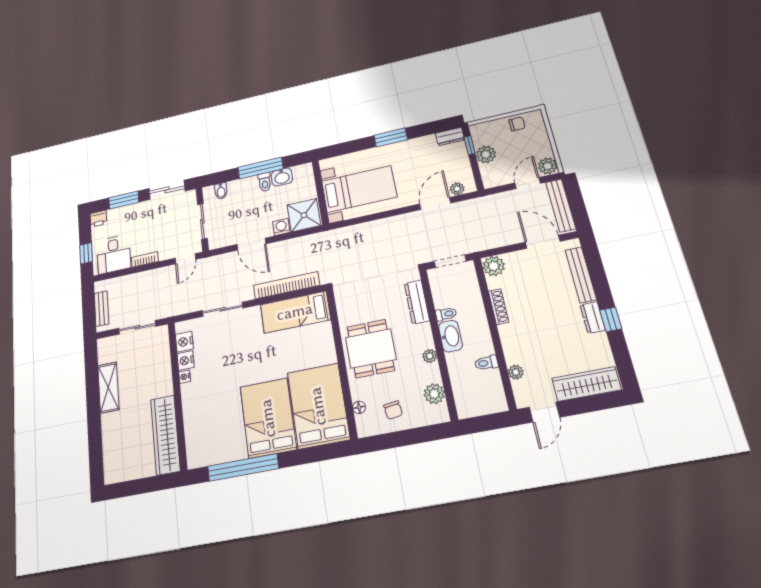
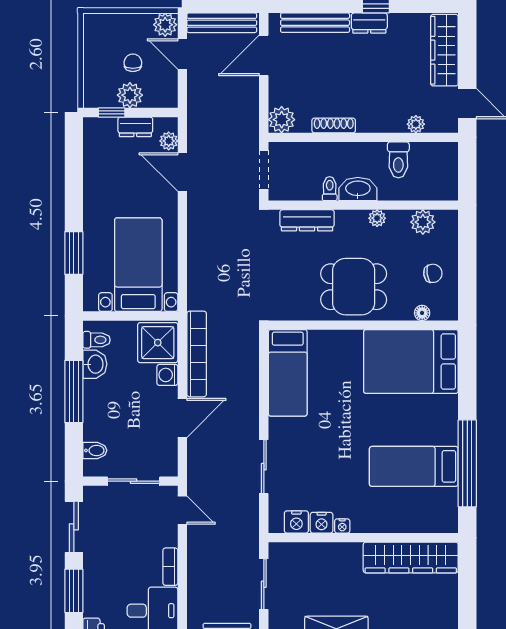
chair: (517, 124) -> (133, 63), moved
window: (391, 137) -> (74, 253), moved
dresser: (450, 137) -> (135, 127), moved, turned 90
toilet: (265, 182) -> (97, 340), moved
bookcase: (286, 285) -> (197, 354), moved, turned 180
toilet: (486, 363) -> (398, 160), width x1.37, depth x1.39
bed: (268, 418) -> (414, 466), moved, width x0.67

